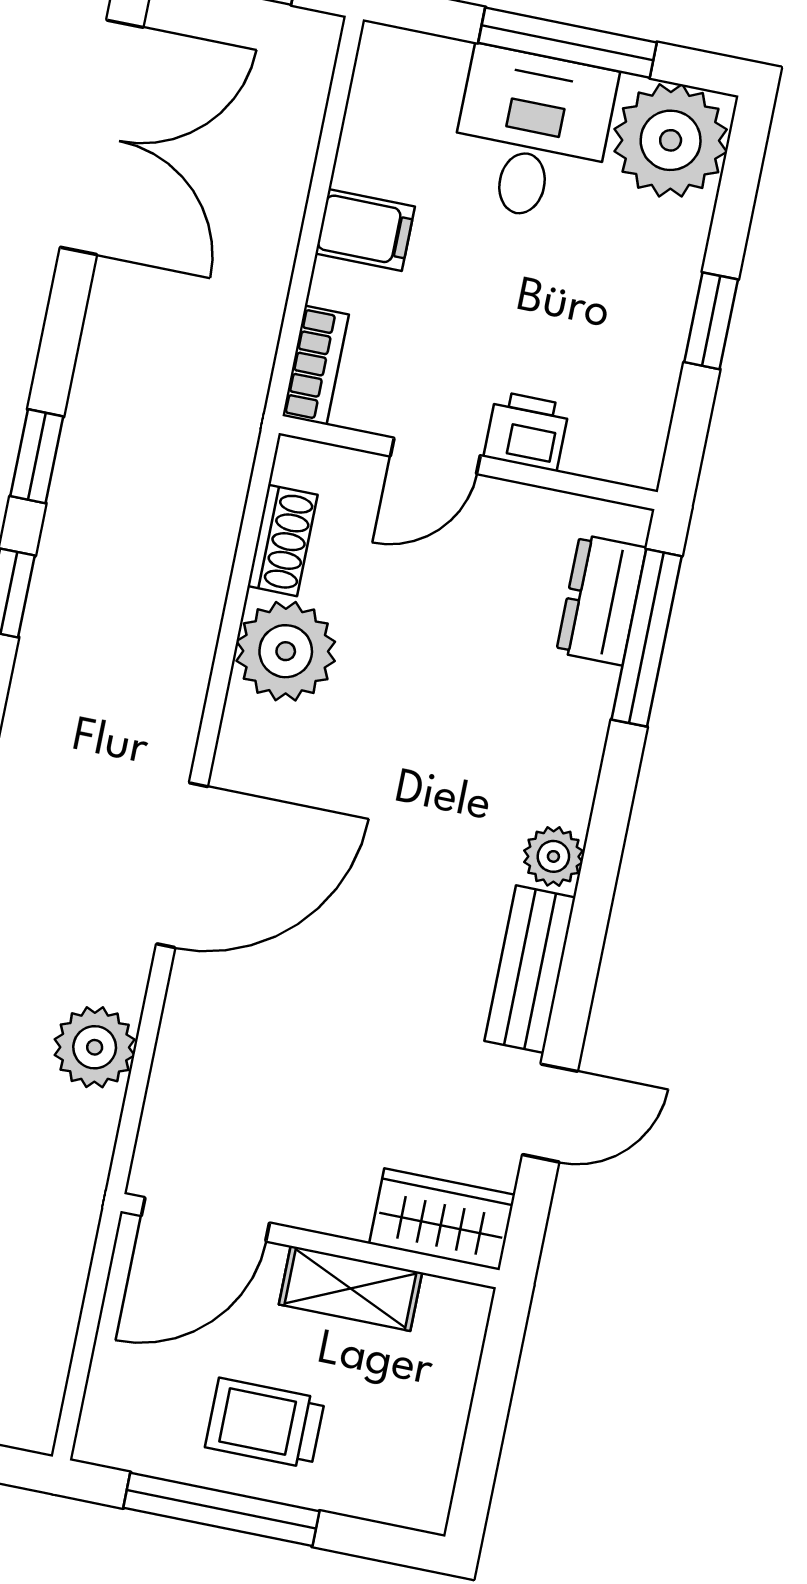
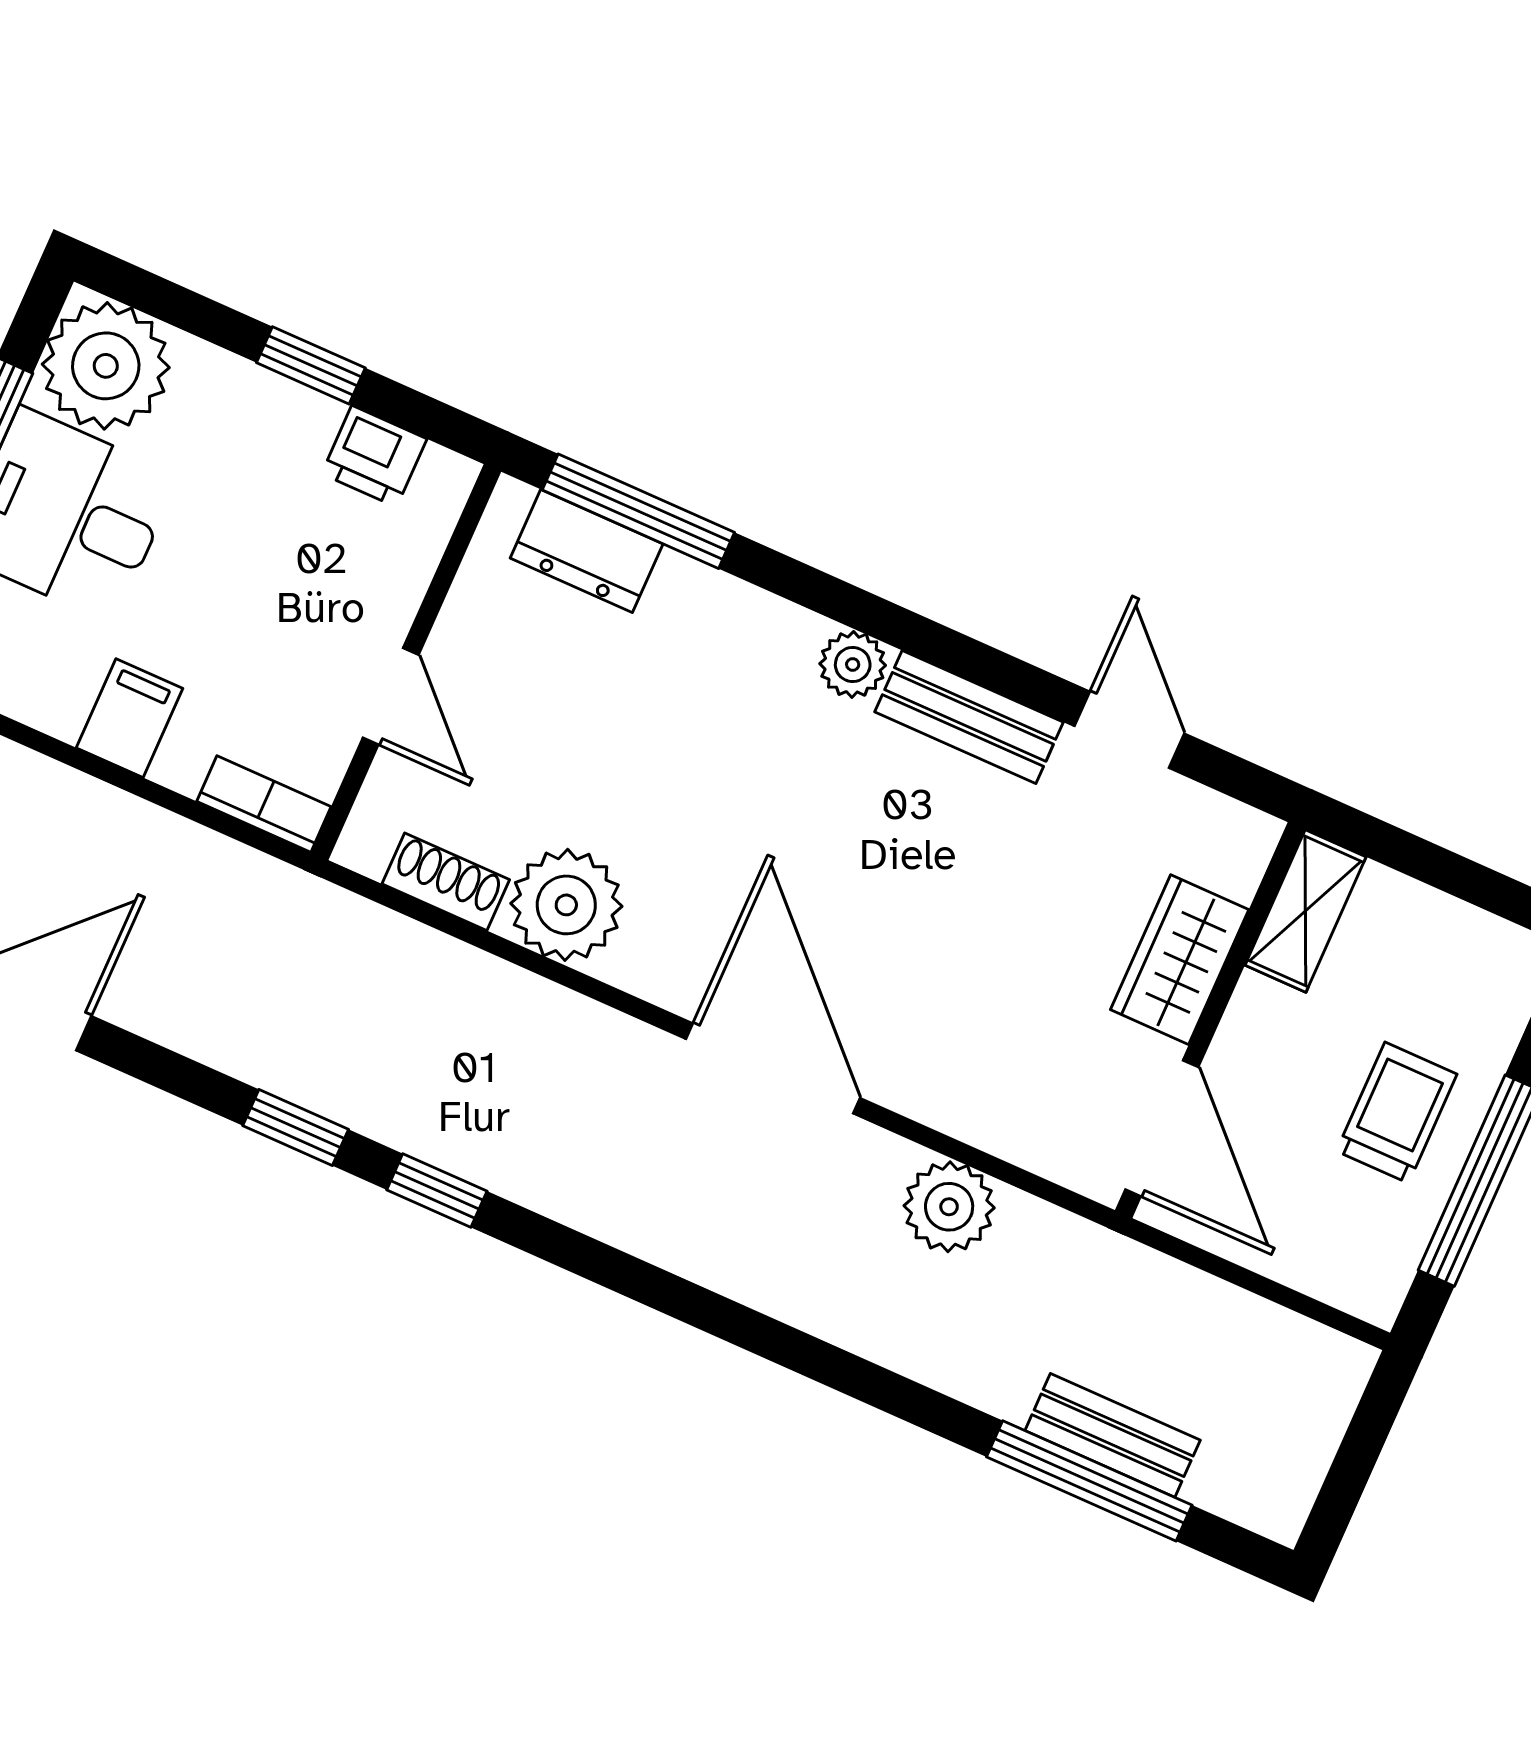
printer: (527, 431) -> (374, 456), moved, turned -90
wardrobe: (442, 1219) -> (1180, 960), moved
shelving: (351, 1288) -> (1306, 911), moved
trolley: (265, 1423) -> (1397, 1113), turned 180

